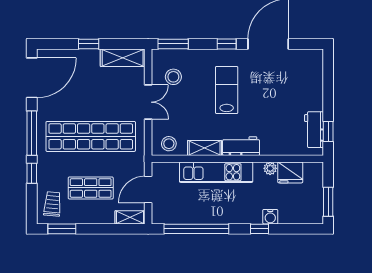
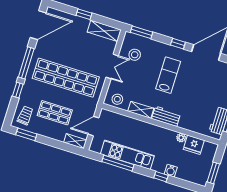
kitchen unit: (216, 172) -> (127, 155), moved, turned 180
window: (196, 229) -> (118, 163), width x0.68

